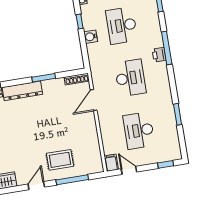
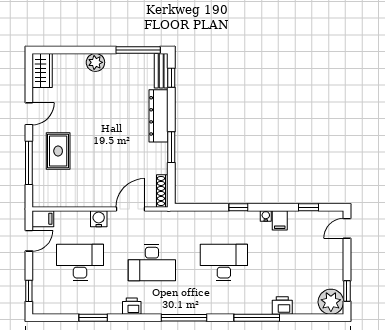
water cooler: (91, 37) -> (99, 219), moved
printer: (159, 55) -> (132, 306), moved
door: (94, 100) -> (130, 209), hinge flipped
door: (36, 186) -> (29, 114), hinge flipped

